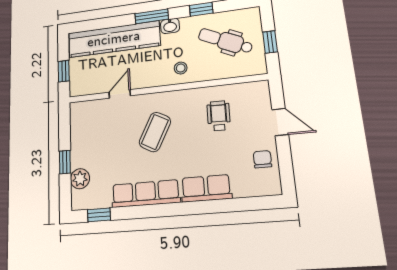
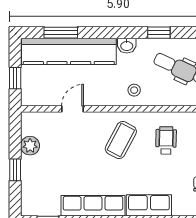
window: (152, 16) -> (61, 33), moved
coffee table: (155, 132) -> (121, 140), moved
plant: (80, 179) -> (30, 146), moved

